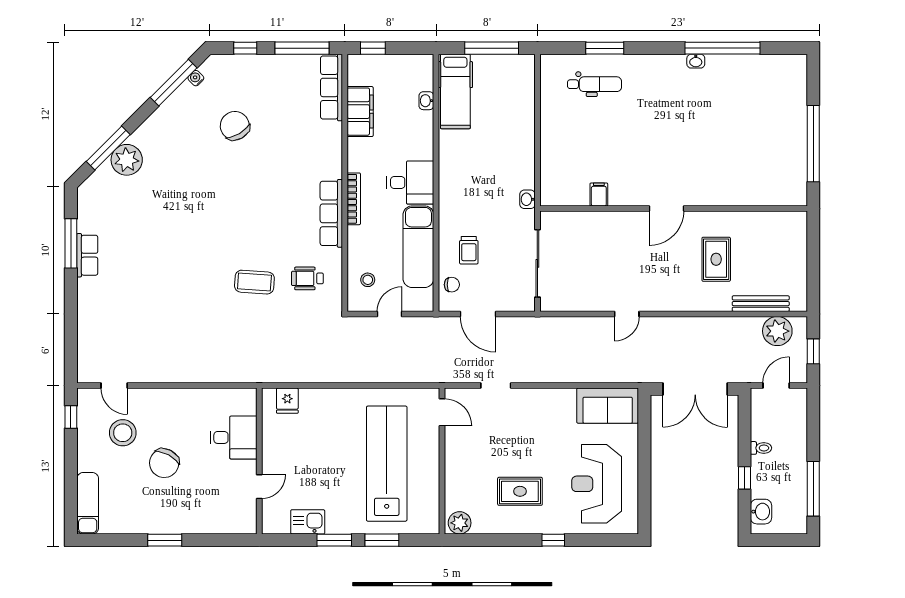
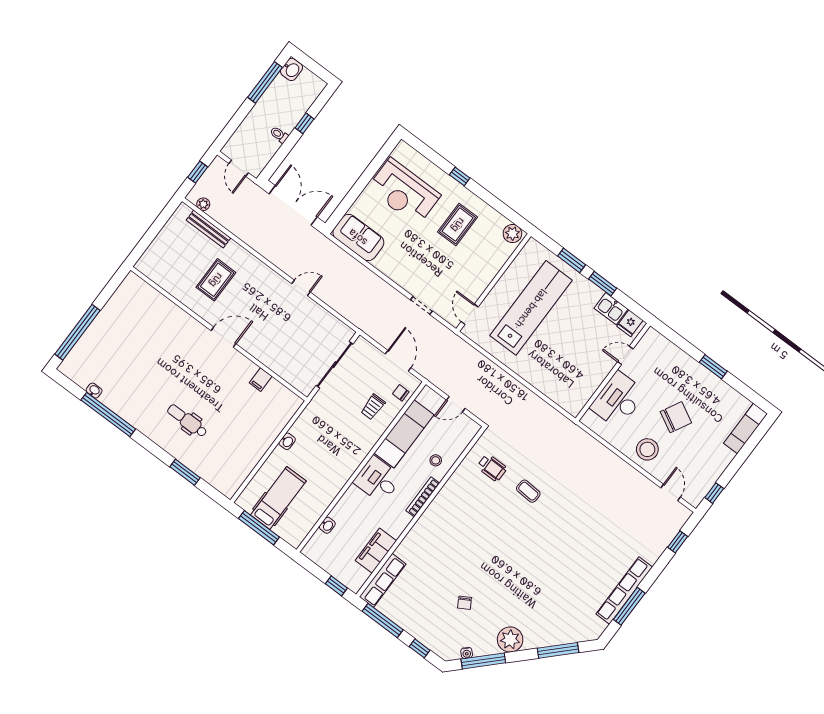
washbasin: (696, 61) -> (94, 391), moved
dental chair: (594, 84) -> (187, 421), moved
hospital bed: (455, 91) -> (278, 498), moved
chair: (235, 126) -> (465, 603), width x0.54, depth x0.54
window: (813, 144) -> (77, 332), moved
plant: (127, 160) -> (510, 639), moved
washbasin: (527, 199) -> (287, 441), moved
row of seats: (331, 213) -> (445, 498), removed
trolley: (469, 250) -> (373, 407), turned 180
row of seats: (87, 255) -> (624, 591), width x2.02
stool: (368, 280) -> (436, 460), moved
coffee table: (254, 282) -> (528, 491), width x0.73, depth x0.77
plant: (777, 331) -> (203, 204), width x0.53, depth x0.53
window: (71, 342) -> (678, 542), added
door: (776, 385) -> (239, 168), hinge flipped
fridge: (287, 401) -> (630, 323), moved, turned 180
stool: (123, 433) -> (647, 449), moved
desk: (234, 437) -> (618, 400), width x1.37
lab bench: (387, 464) -> (531, 308), turned 180
reception desk: (597, 484) -> (404, 192), turned 90
rug: (520, 491) -> (458, 225), turned 90
washbasin: (761, 512) -> (292, 69), moved, turned 180

